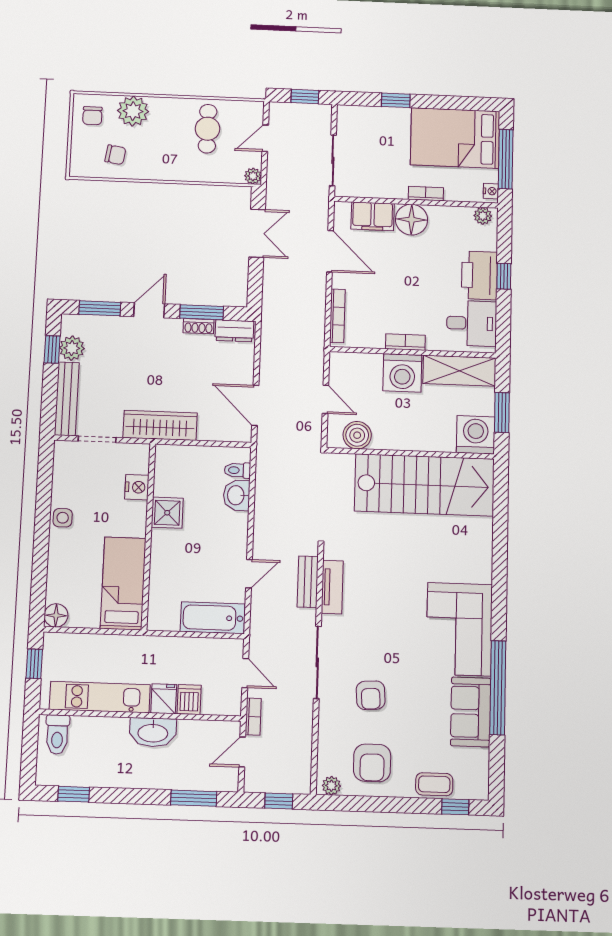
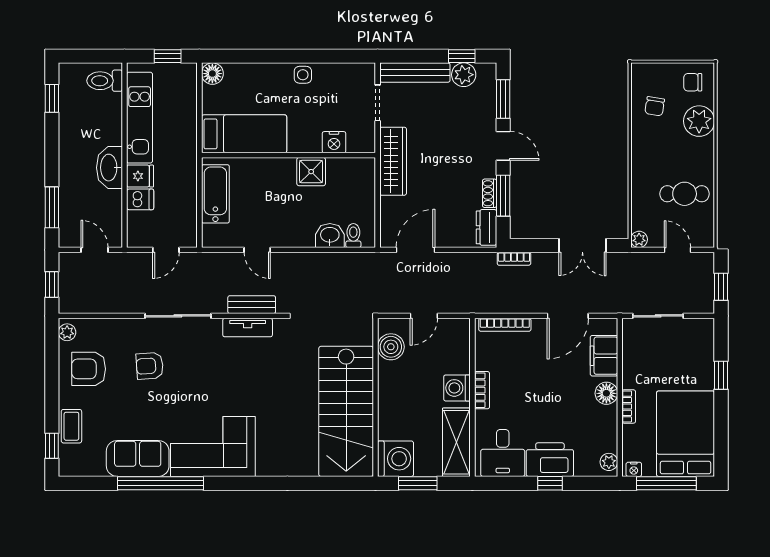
floor lamp: (411, 220) -> (606, 393), width x0.73, depth x0.73
washing machine: (402, 373) -> (457, 388), width x0.73, depth x0.73
bathtub: (213, 618) -> (215, 194), moved
bookcase: (253, 717) -> (514, 259), moved

